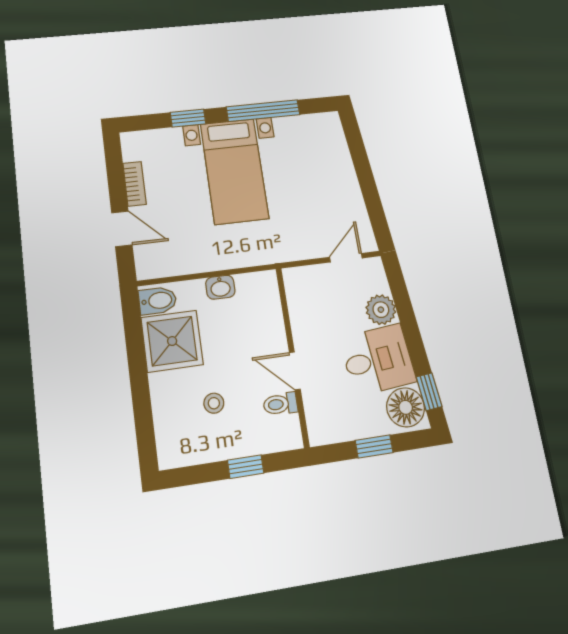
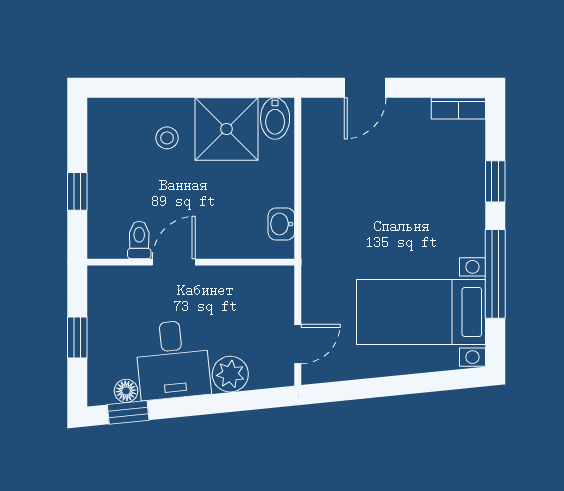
bed with nightstands: (234, 171) -> (421, 312), moved
bookcase: (135, 184) -> (458, 108), moved
door: (346, 258) -> (298, 344), hinge flipped
washbasin: (220, 287) -> (281, 224), moved
stool: (214, 403) -> (167, 138), moved
floor lamp: (406, 407) -> (126, 391), width x0.53, depth x0.53

